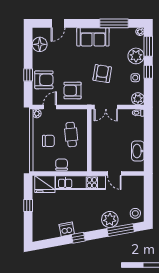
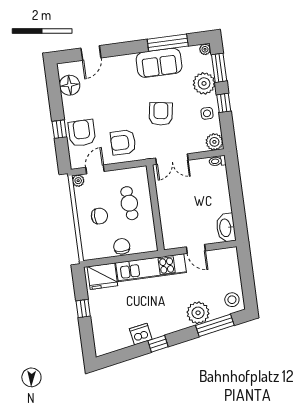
sofa: (93, 37) -> (159, 63), moved
armchair: (44, 80) -> (82, 133), turned -90
washbasin: (138, 151) -> (226, 228), moved

